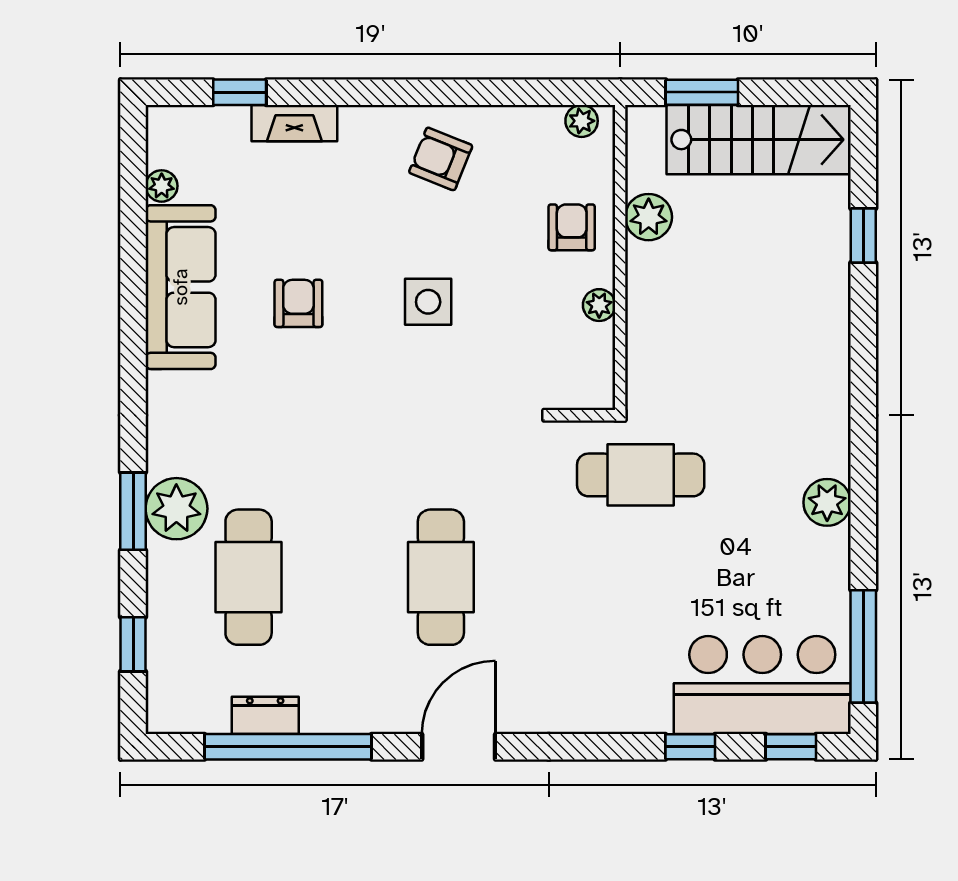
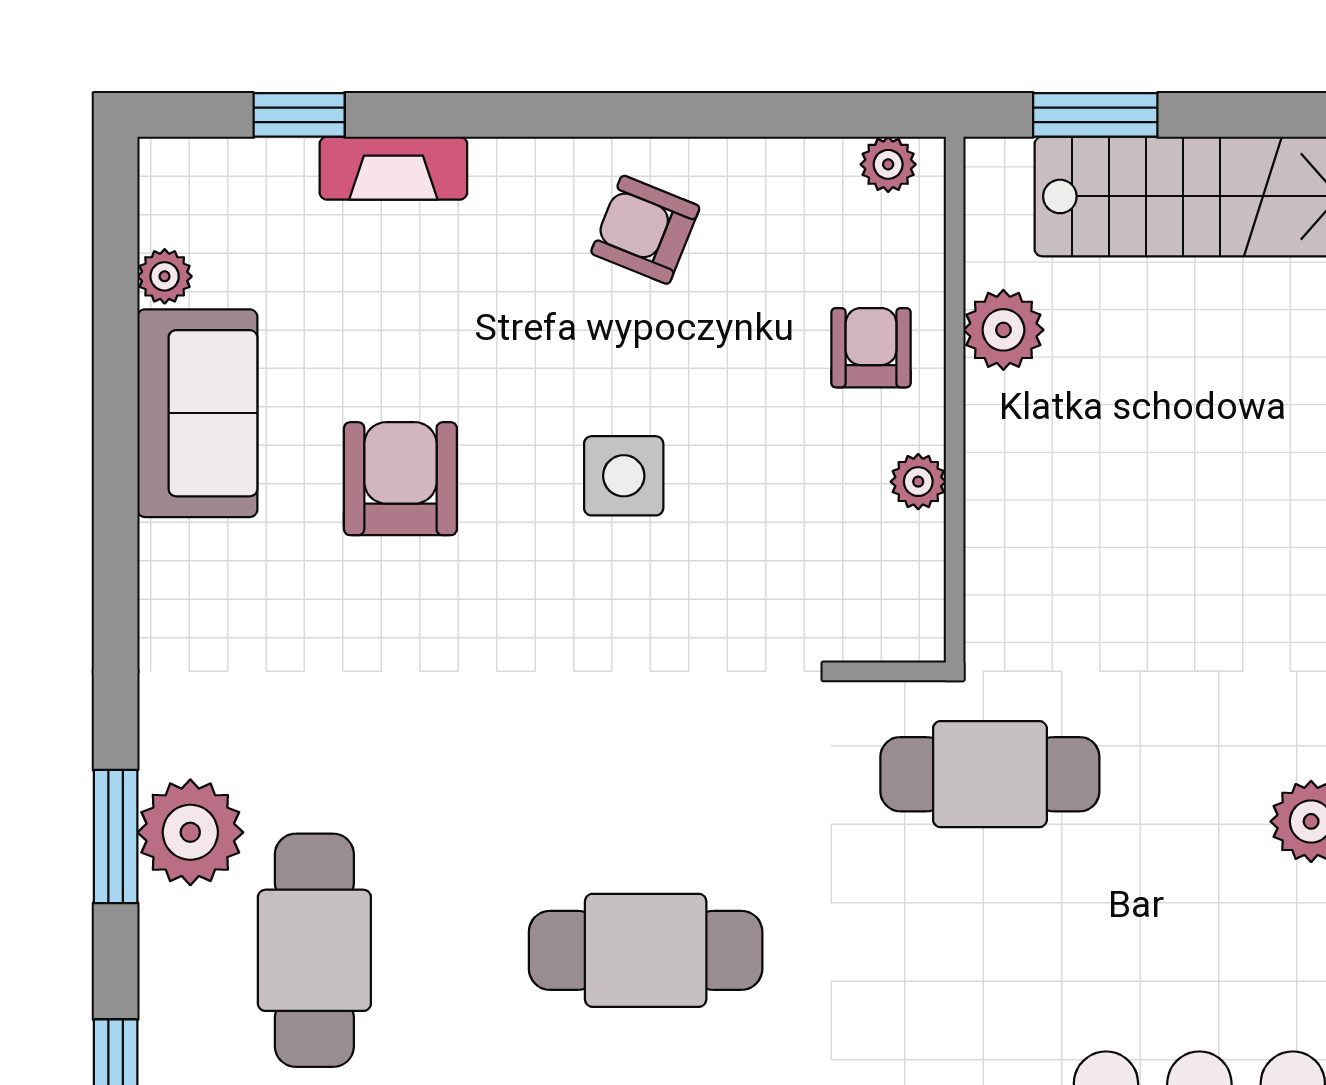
sofa: (181, 287) -> (197, 413), width x0.73
armchair: (298, 303) -> (400, 479), width x1.38, depth x1.38
cafe table: (441, 577) -> (646, 950), turned 90

